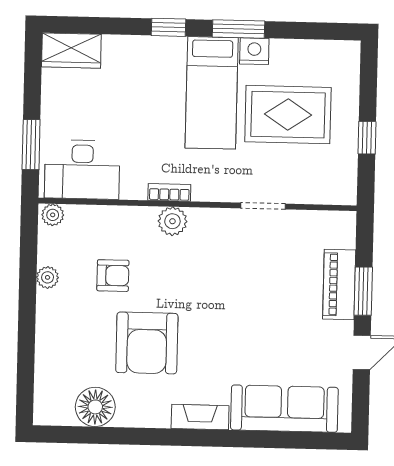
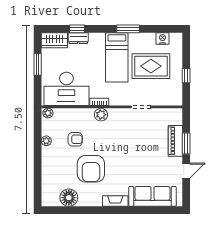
window: (169, 27) -> (77, 29), moved
dresser: (125, 47) -> (78, 38), added
nightstand: (254, 51) -> (162, 38), moved
window: (31, 145) -> (38, 64), moved
desk: (82, 170) -> (66, 89), width x1.36, depth x1.30

